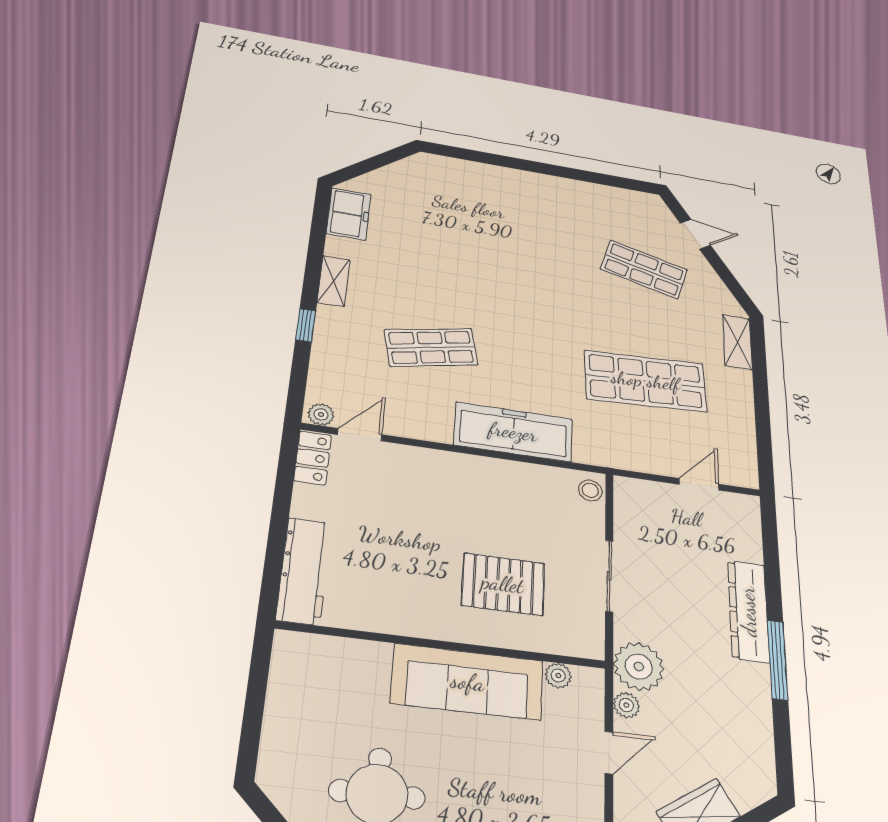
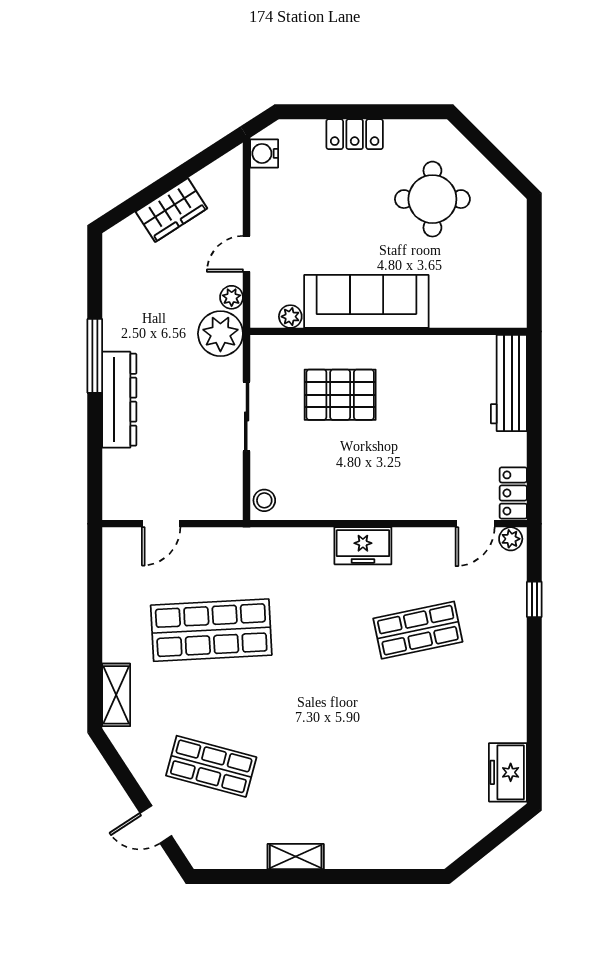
shelving: (334, 281) -> (296, 857), moved, turned 90
window: (306, 325) -> (534, 599), moved
freezer: (513, 432) -> (363, 546), width x0.52, depth x0.79

